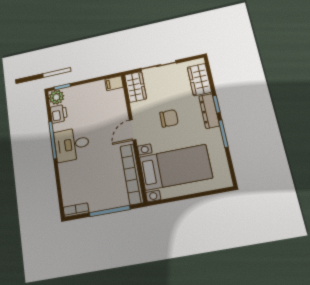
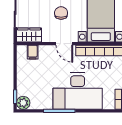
filing cabinet: (114, 83) -> (33, 52), moved
printer: (59, 114) -> (38, 103), removed
desk: (72, 144) -> (78, 91), width x1.87, depth x1.30

